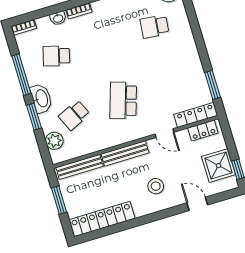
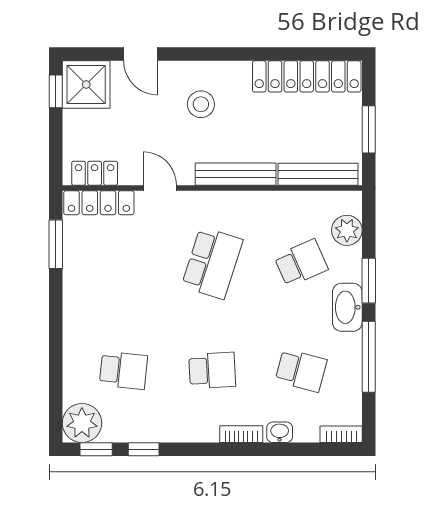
school desk: (105, 41) -> (212, 370), added
shower: (219, 166) -> (86, 84), moved

